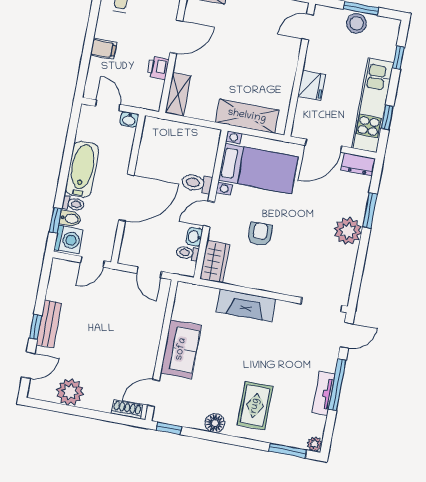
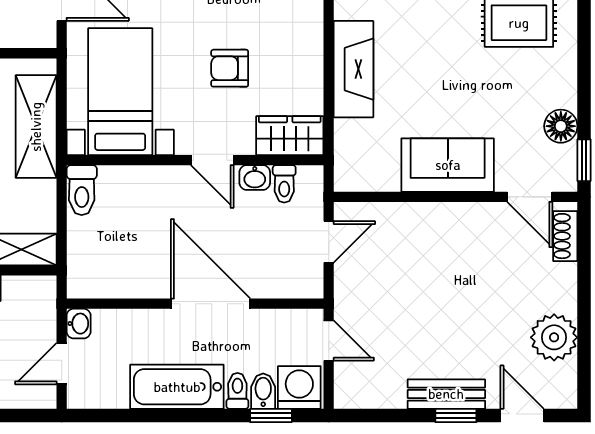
toilet: (197, 183) -> (82, 190), moved
floor lamp: (215, 423) -> (561, 126), moved

